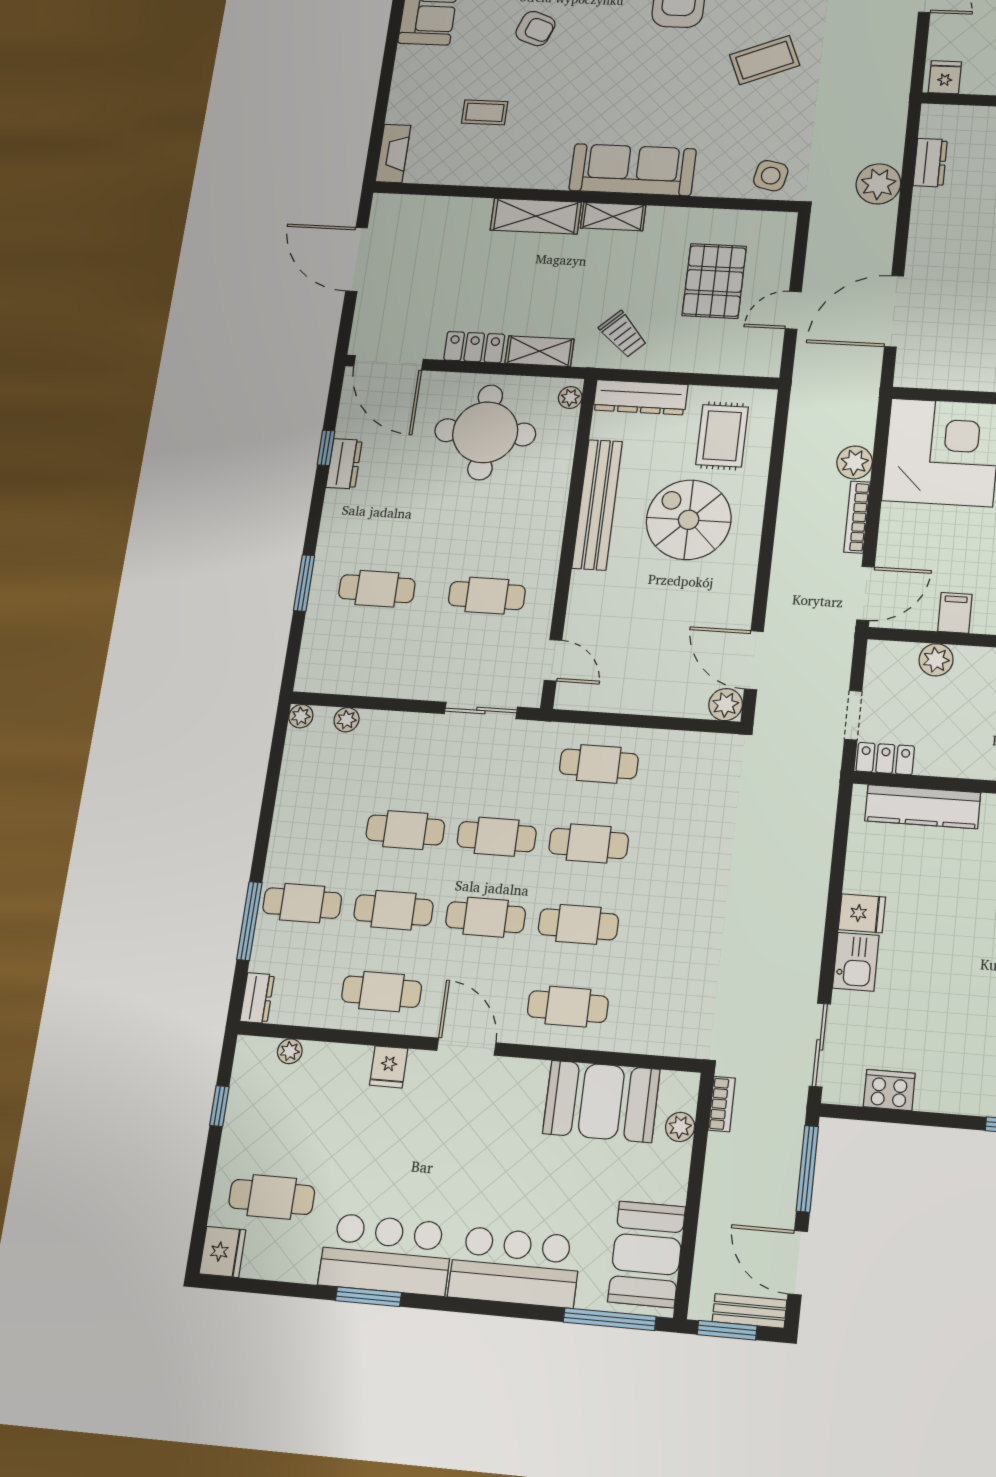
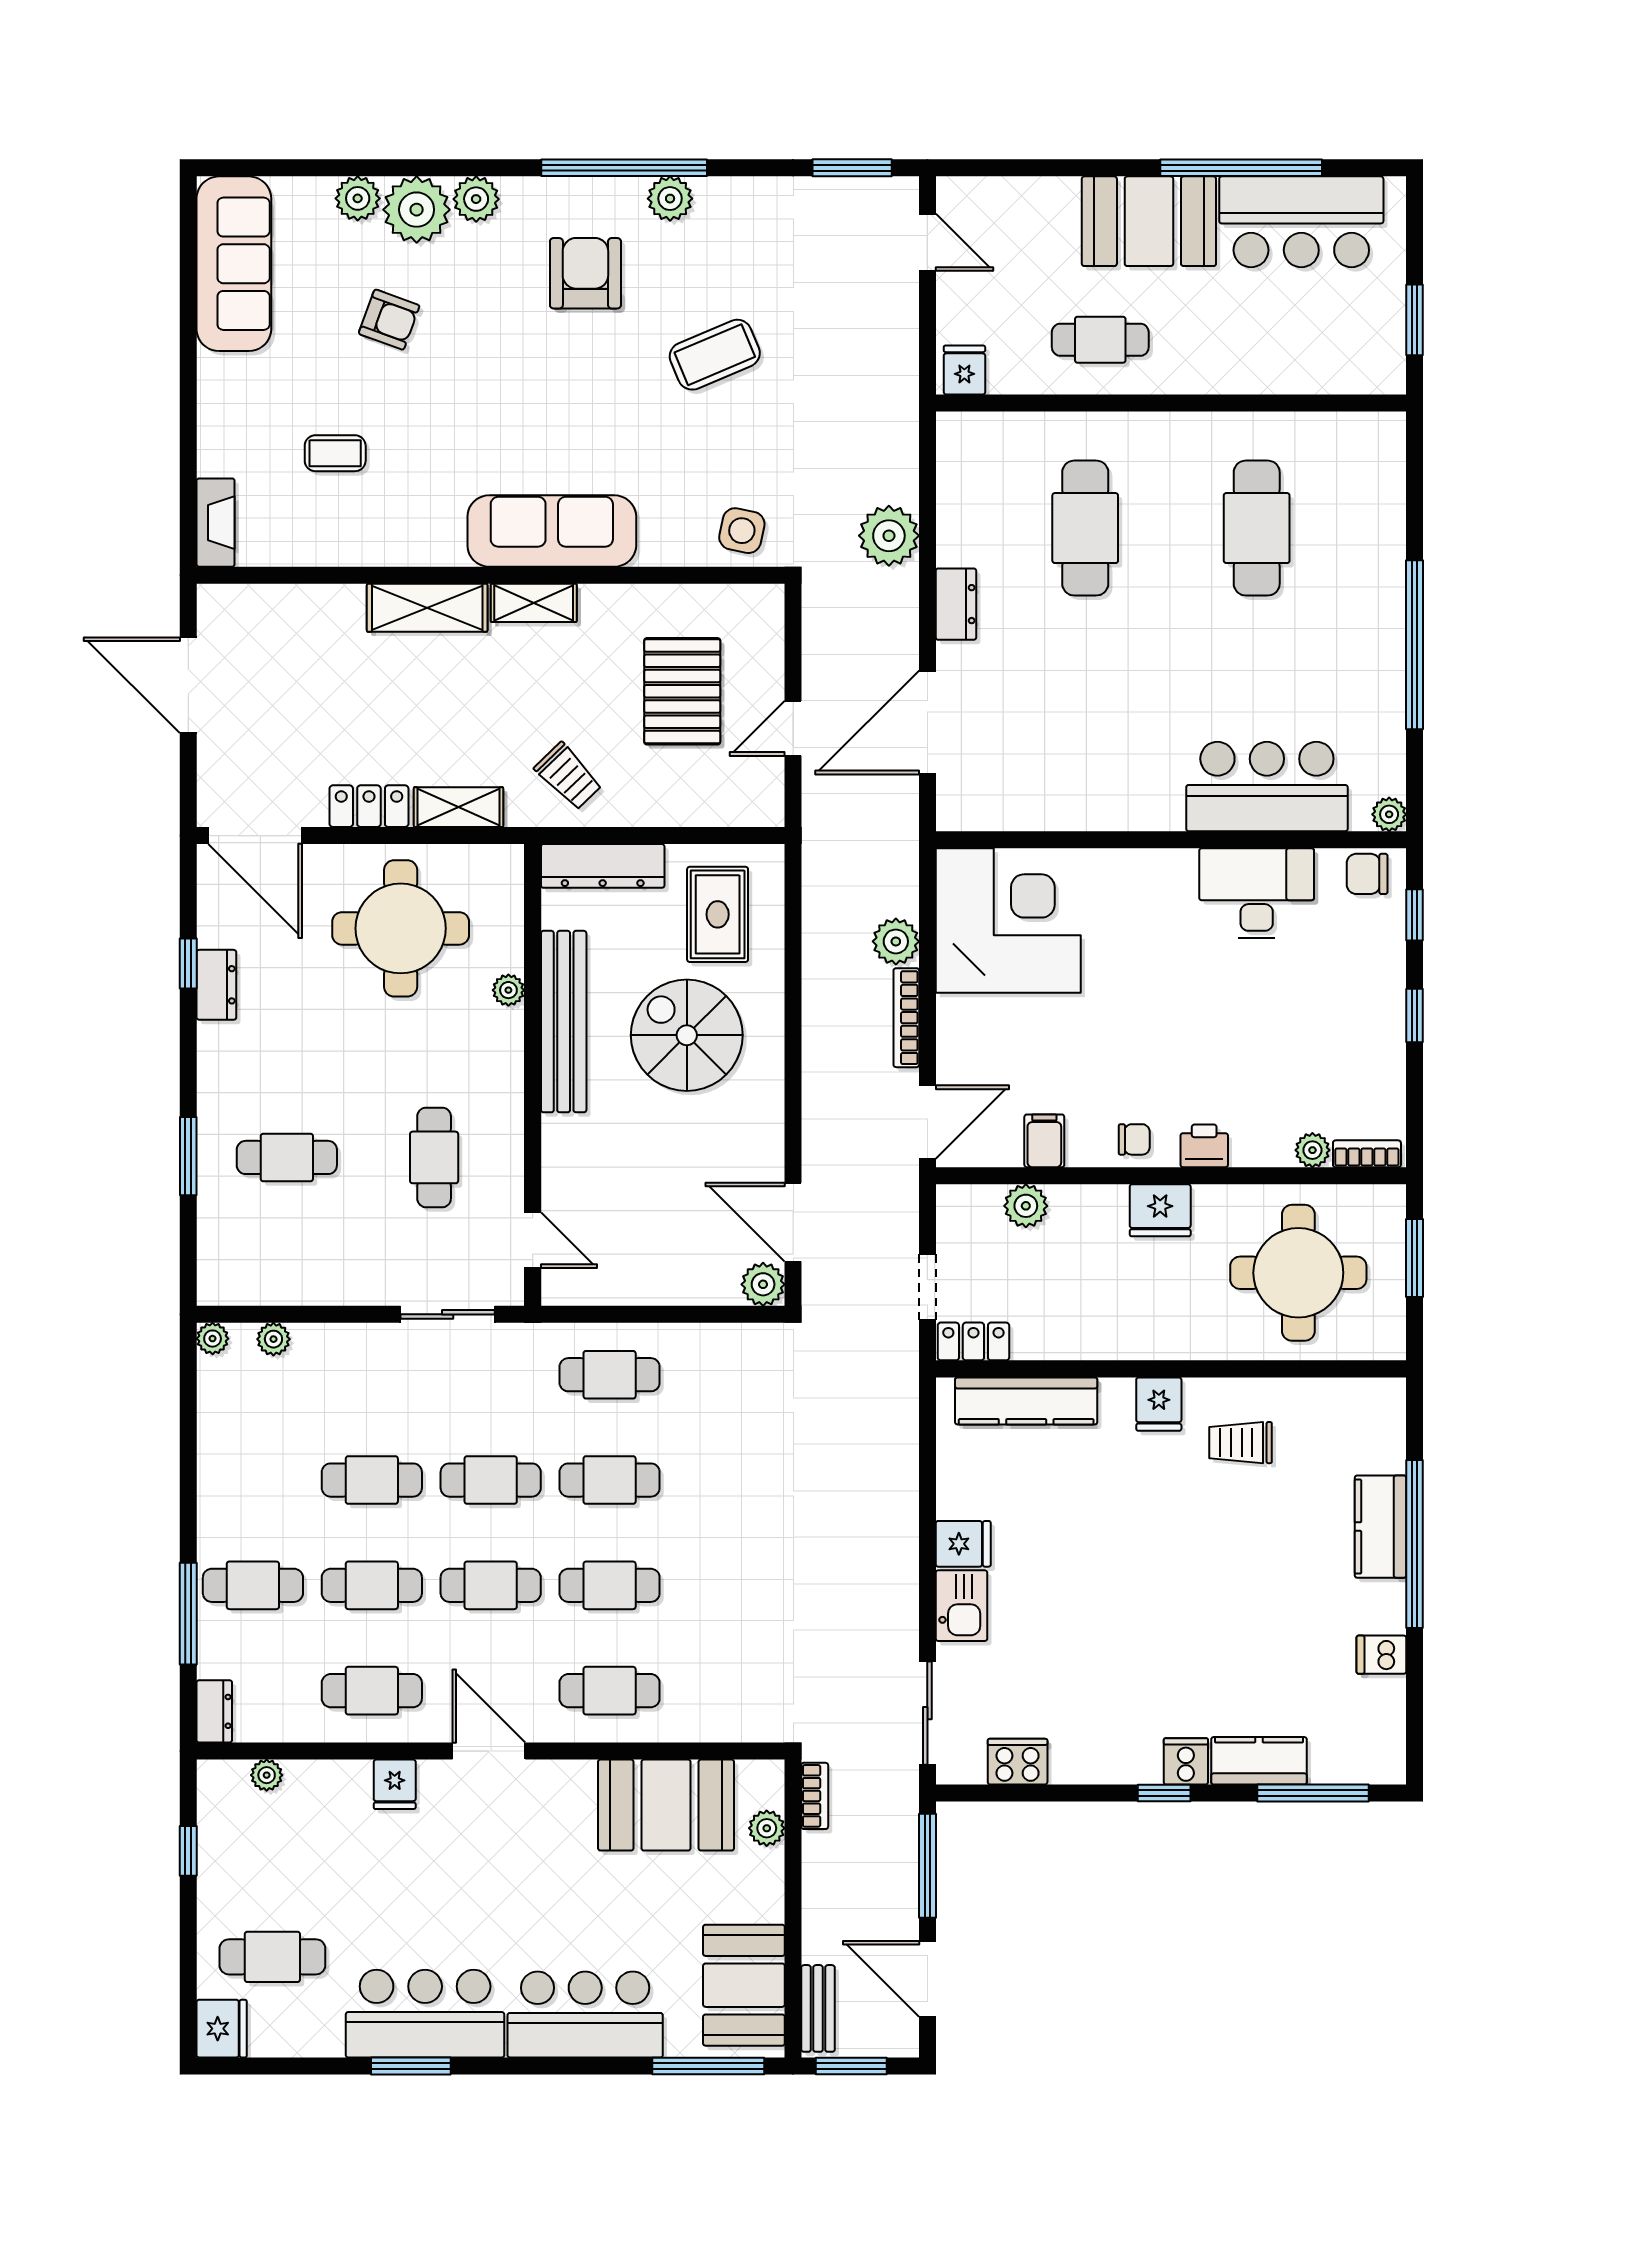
dresser: (930, 163) -> (956, 604), moved
plant: (570, 398) -> (508, 990), moved
cafe table: (487, 596) -> (434, 1157), turned 90
bench: (750, 1311) -> (818, 2008), moved, turned 90

